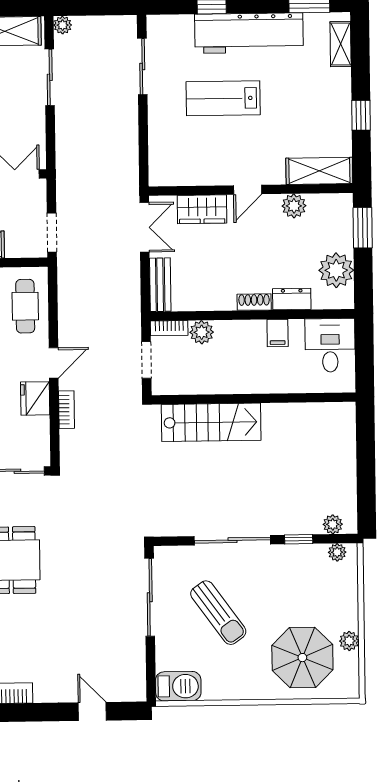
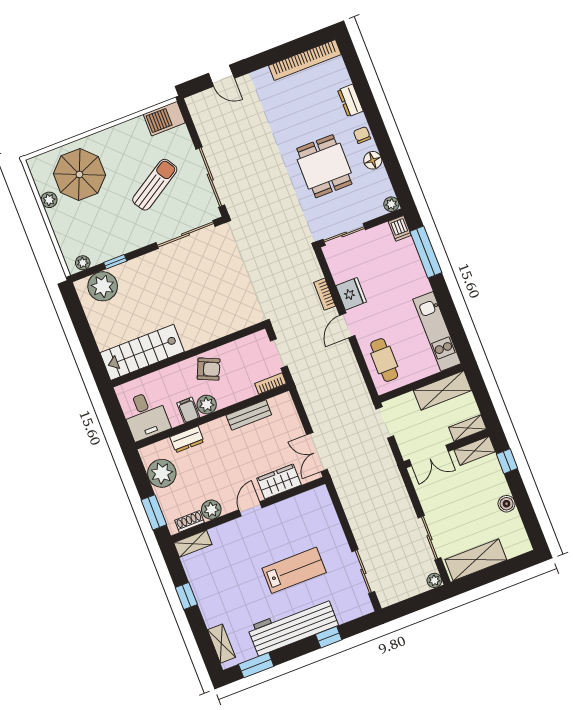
shelving: (319, 171) -> (193, 544), width x0.67, depth x0.75
bench: (160, 285) -> (249, 415), moved, turned 90
shoe rack: (254, 302) -> (189, 521), moved, turned 180
plant: (202, 332) -> (207, 405), moved
armchair: (236, 372) -> (209, 369), added
stairs: (211, 422) -> (142, 352), moved
plant: (333, 524) -> (103, 286), width x1.88, depth x1.88
sliding door: (232, 540) -> (185, 234), moved
sun lounger: (218, 613) -> (155, 185), turned 94

